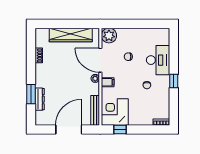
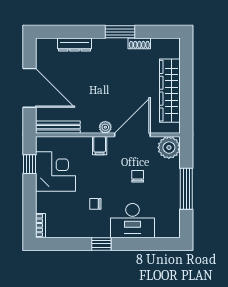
window: (137, 24) -> (186, 189), added
window: (31, 94) -> (120, 32), moved
corner desk: (115, 112) -> (56, 172), moved

